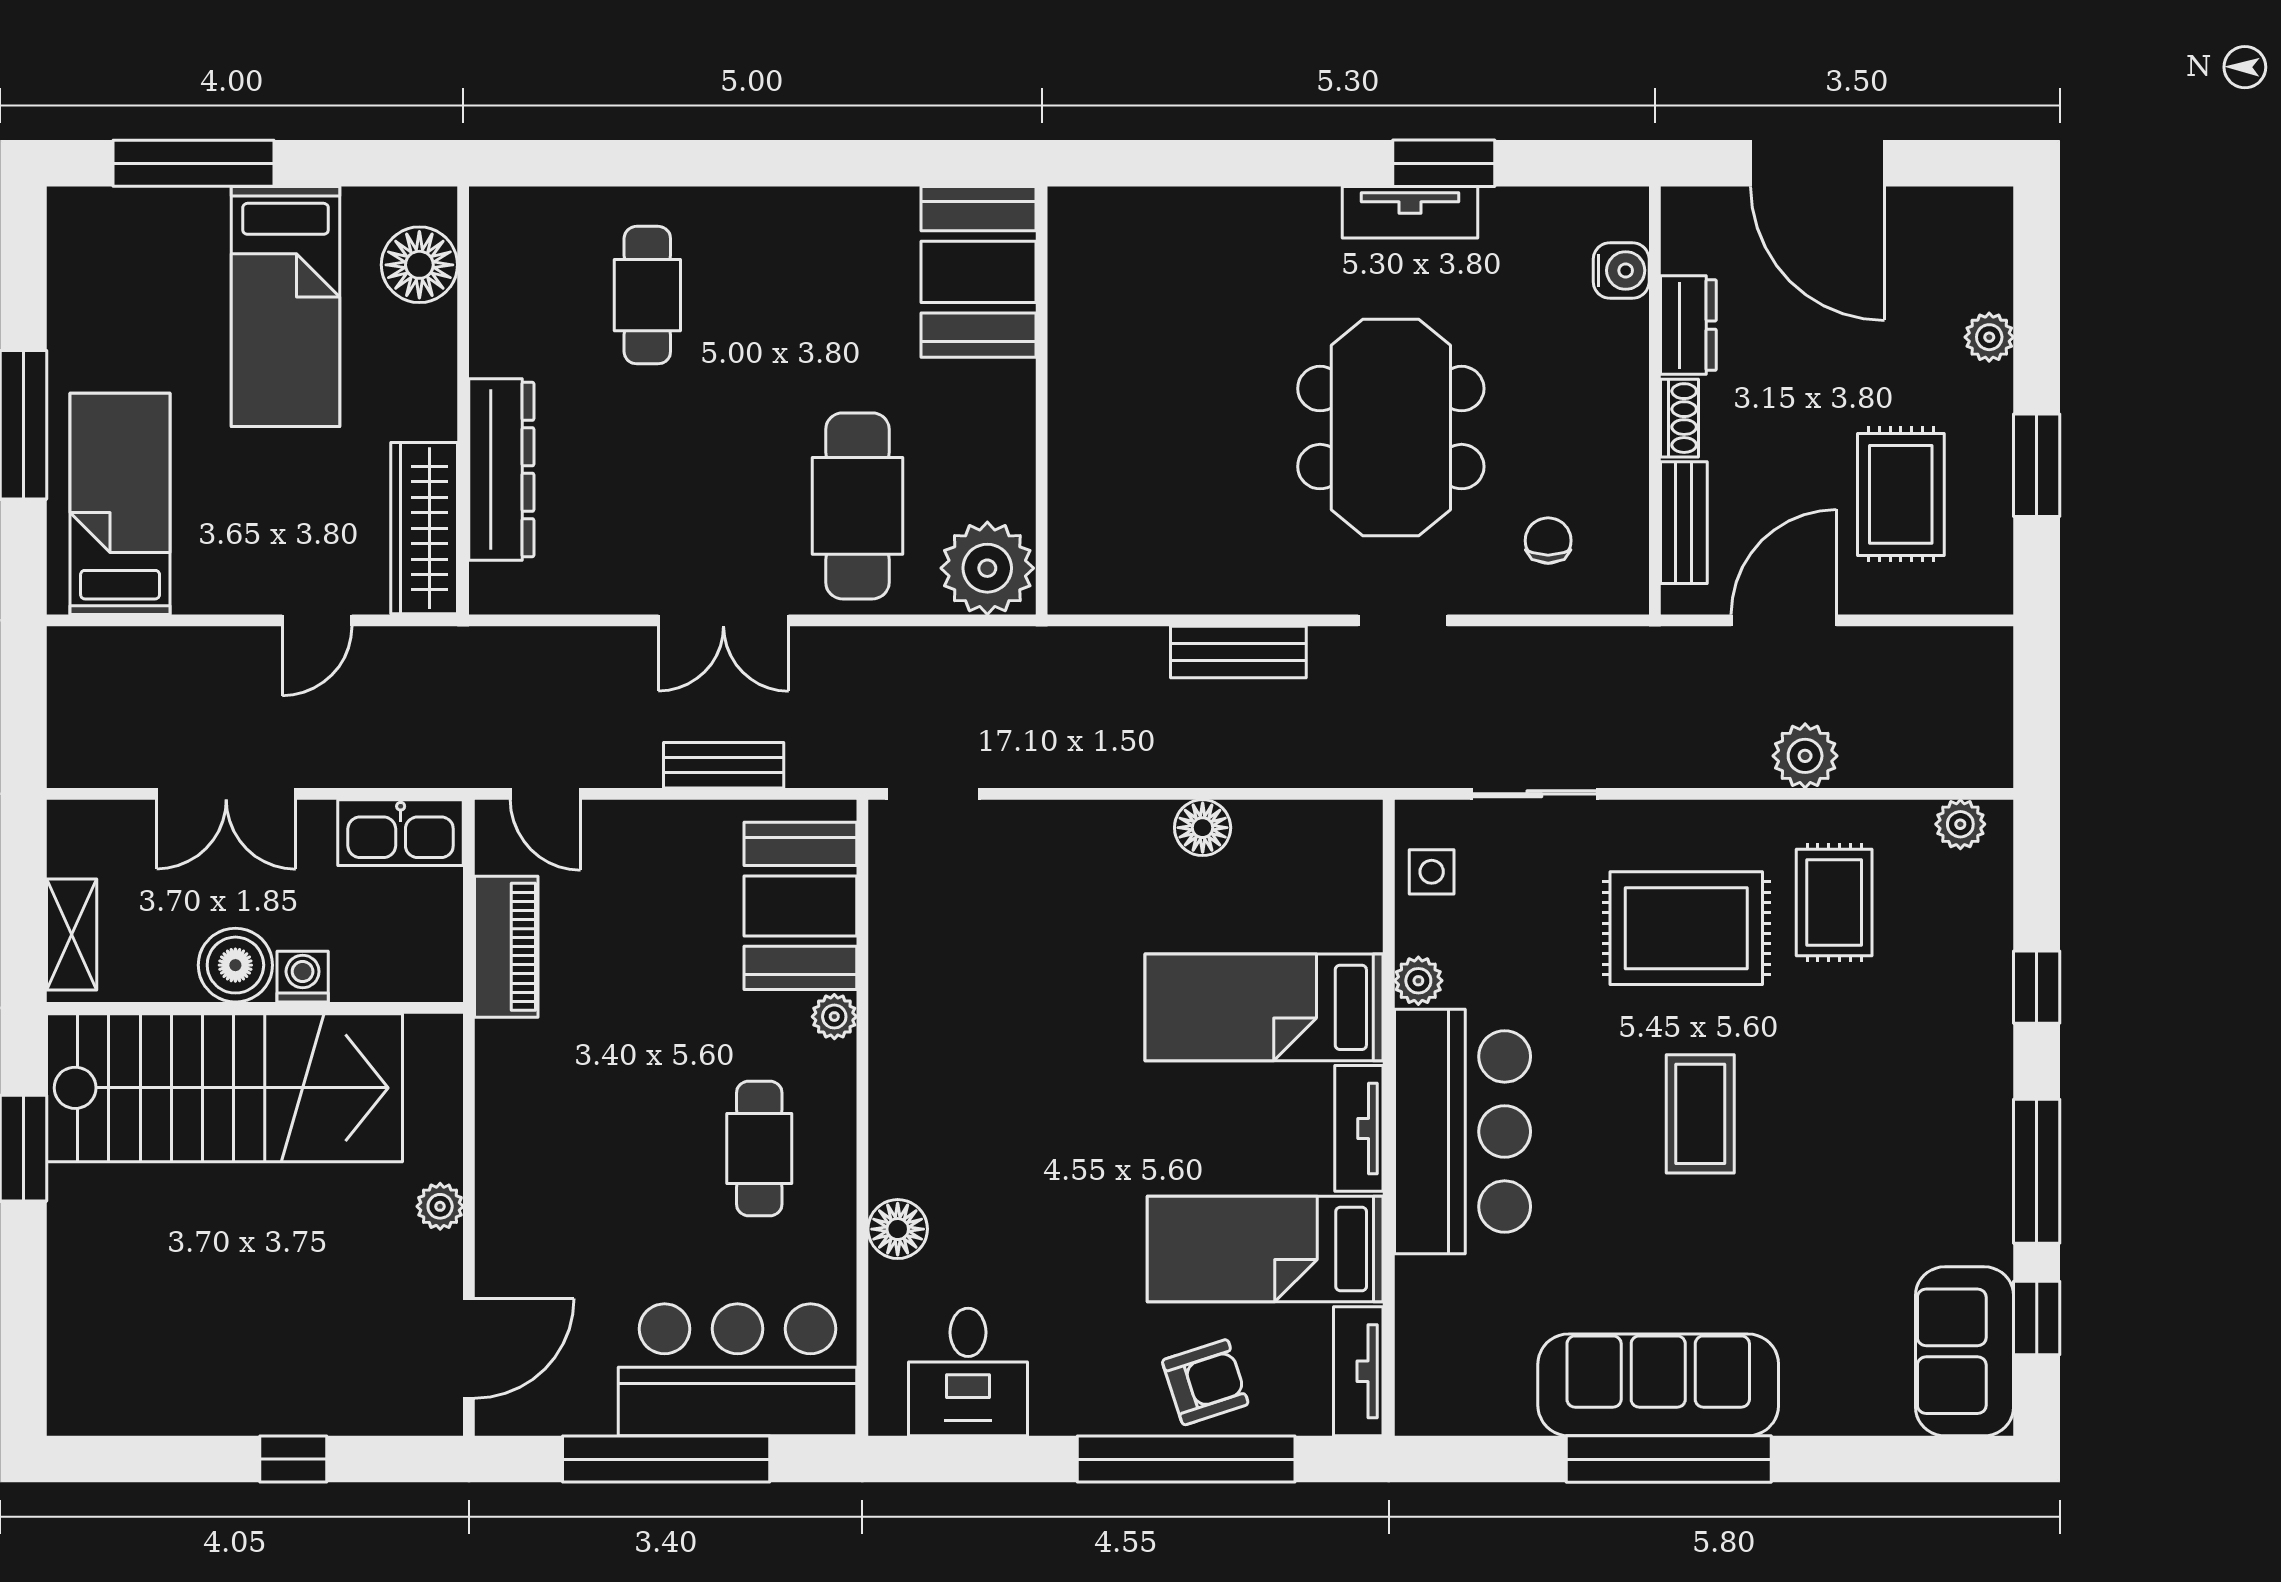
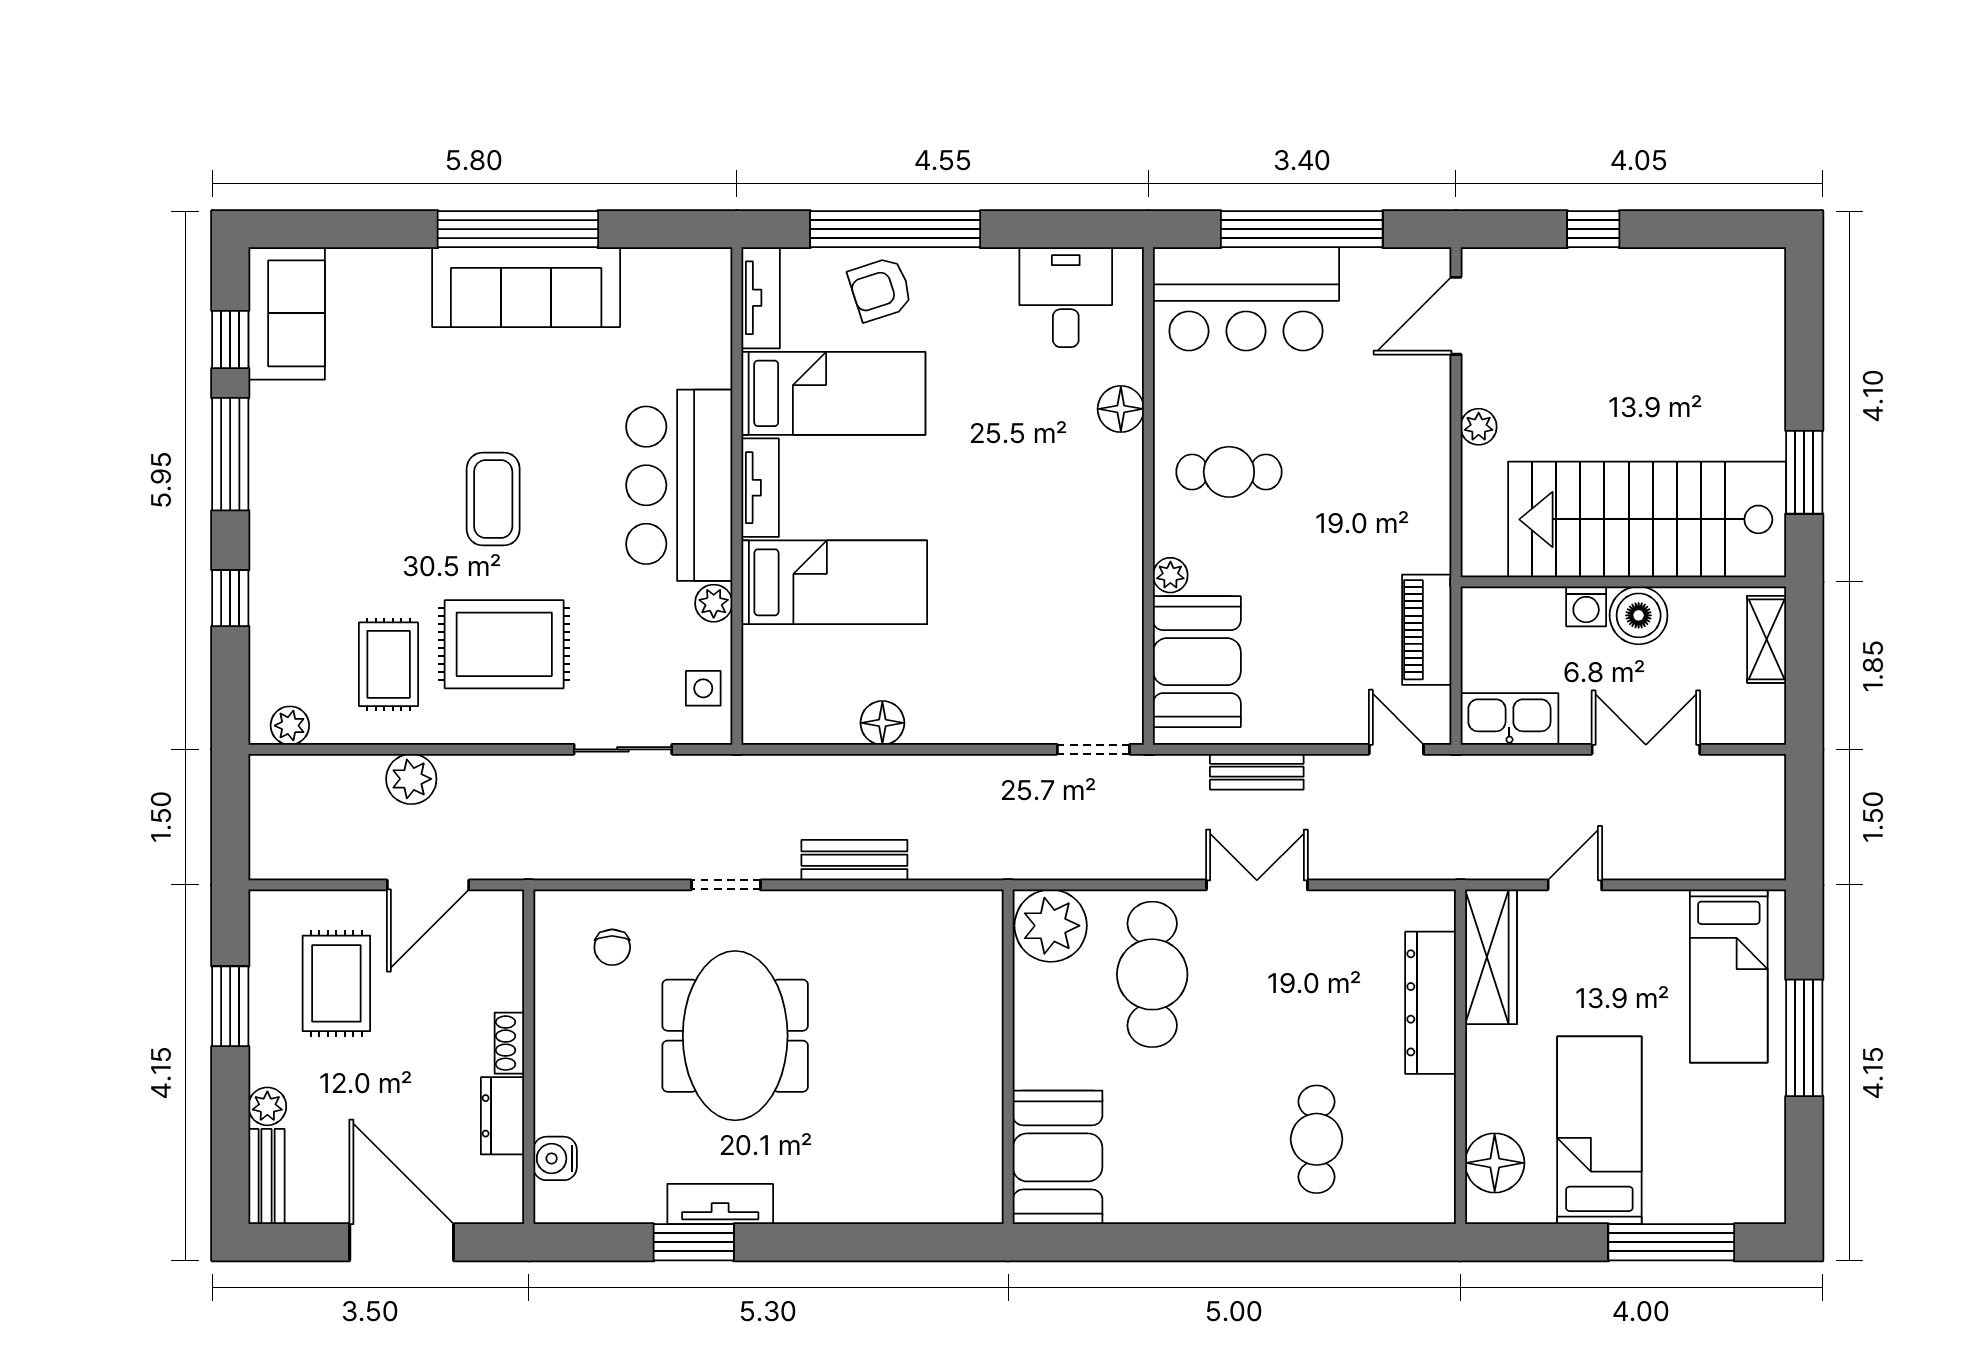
bench: (1684, 523) -> (267, 1177), moved
cafe table: (759, 1149) -> (1229, 472), turned 90

